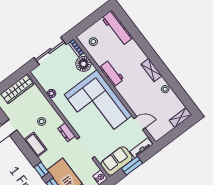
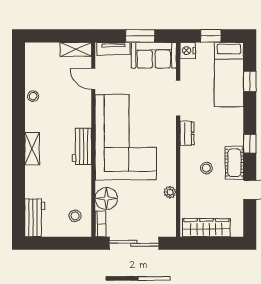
workbench: (117, 28) -> (35, 218), width x0.73
shelving: (151, 70) -> (32, 149), moved
workbench: (112, 73) -> (82, 146), moved
shelving: (180, 118) -> (76, 49), moved
cot: (36, 145) -> (234, 163), moved
window: (41, 170) -> (250, 144), moved

